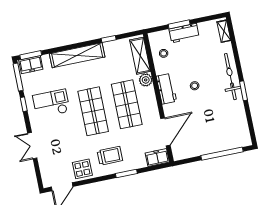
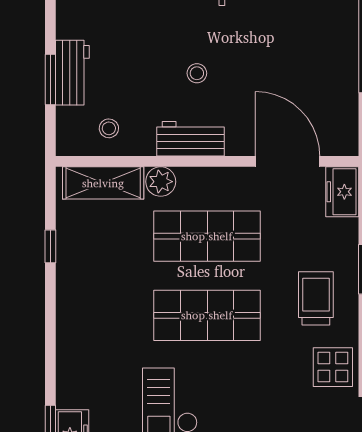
shelving: (77, 55) -> (73, 326), removed

